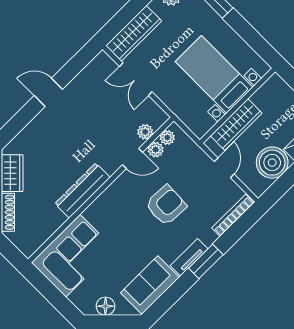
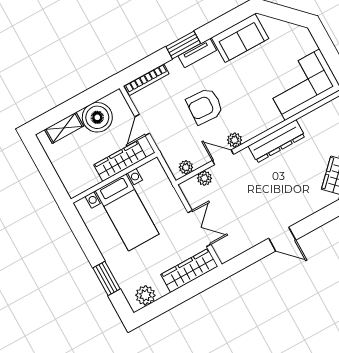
plant: (156, 150) -> (235, 140), moved
floor lamp: (106, 306) -> (286, 30), removed

